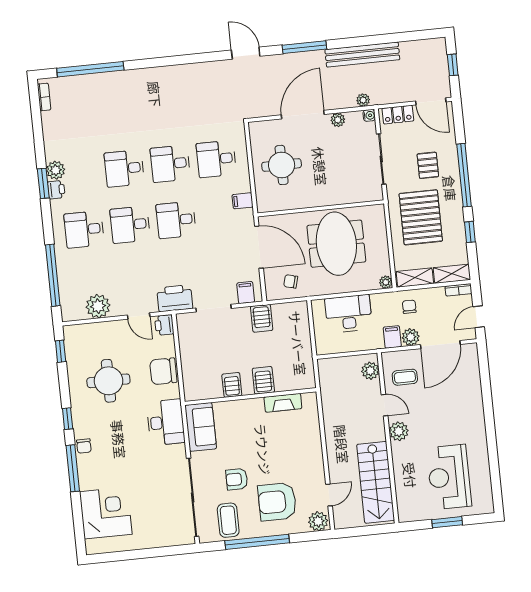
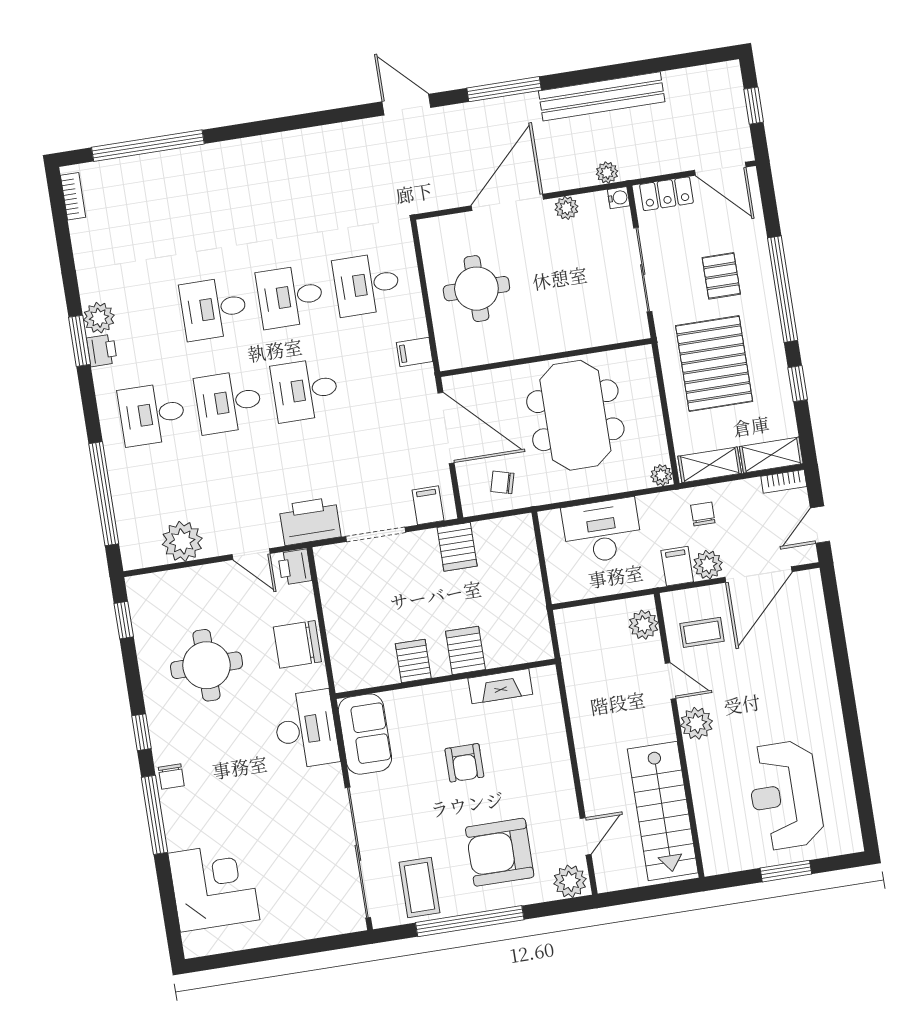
armchair: (237, 479) -> (464, 763), moved, turned -90

